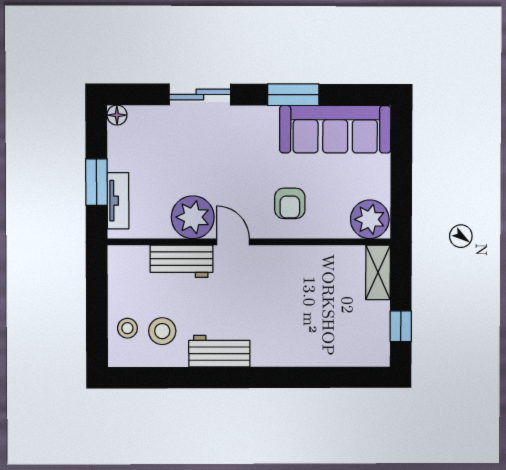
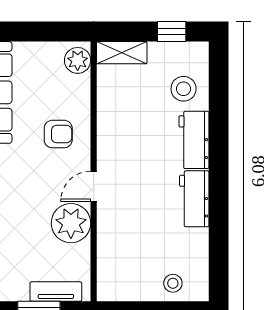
plant: (370, 219) -> (78, 60), width x0.73, depth x0.73
workbench: (182, 261) -> (194, 140), moved, turned 180
stool: (162, 331) -> (184, 89), moved

